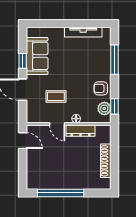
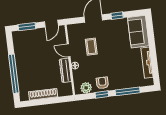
sofa: (37, 56) -> (138, 32), moved, turned 90
window: (115, 106) -> (102, 94), moved
door: (57, 124) -> (69, 50), hinge flipped
window: (23, 170) -> (27, 27), added
window: (61, 193) -> (14, 74), moved

